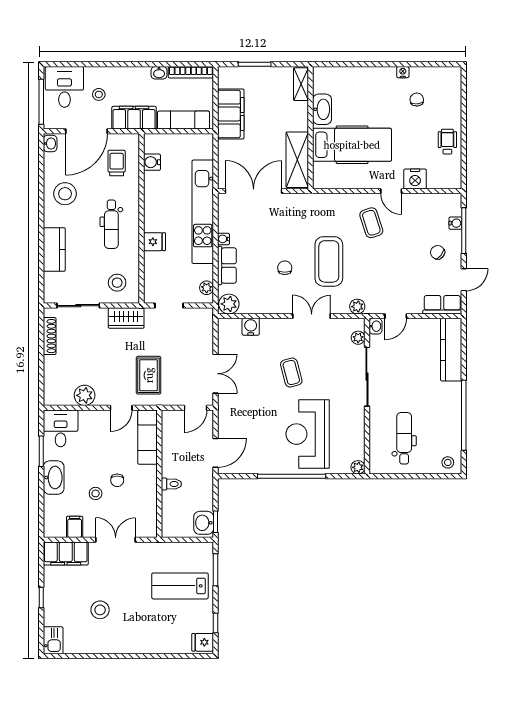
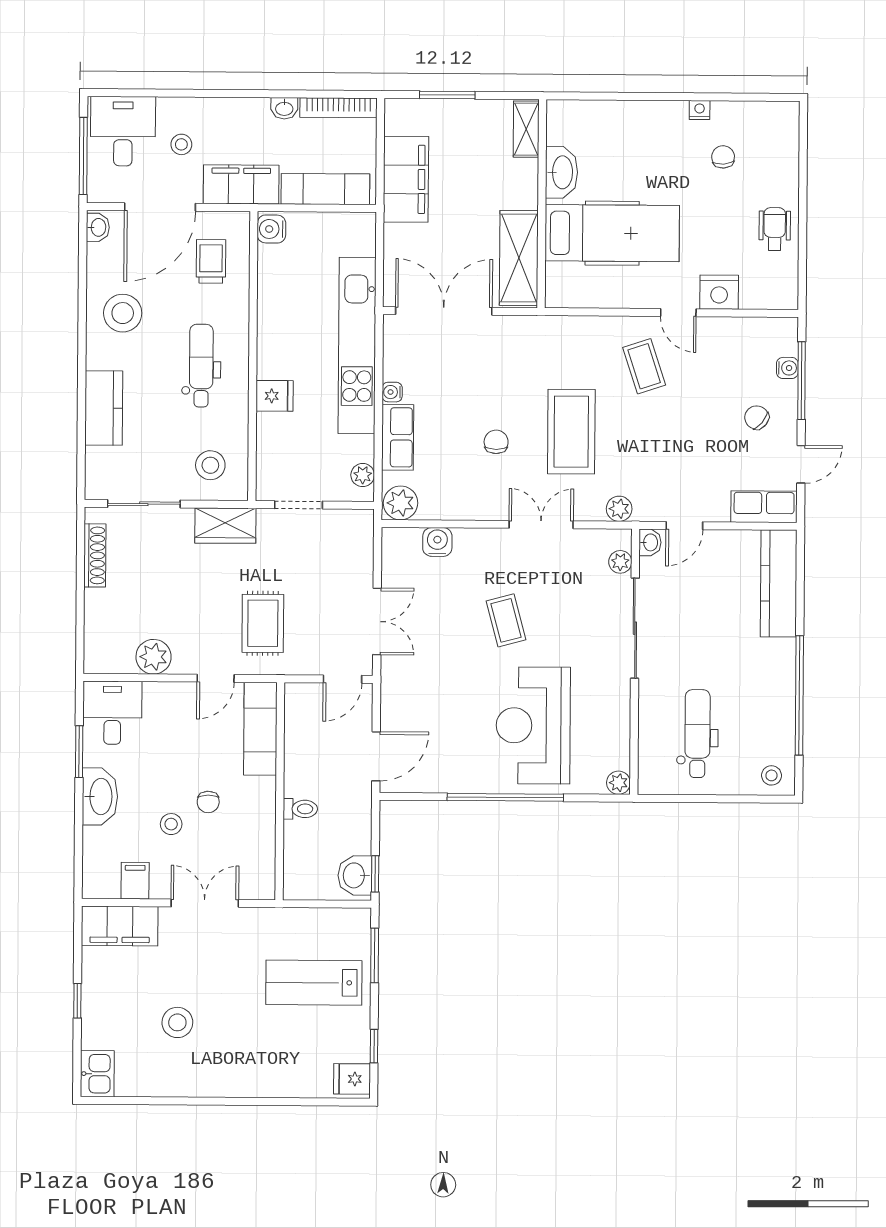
water cooler: (152, 162) -> (271, 229), moved
dental chair: (111, 224) -> (201, 366), turned 180

